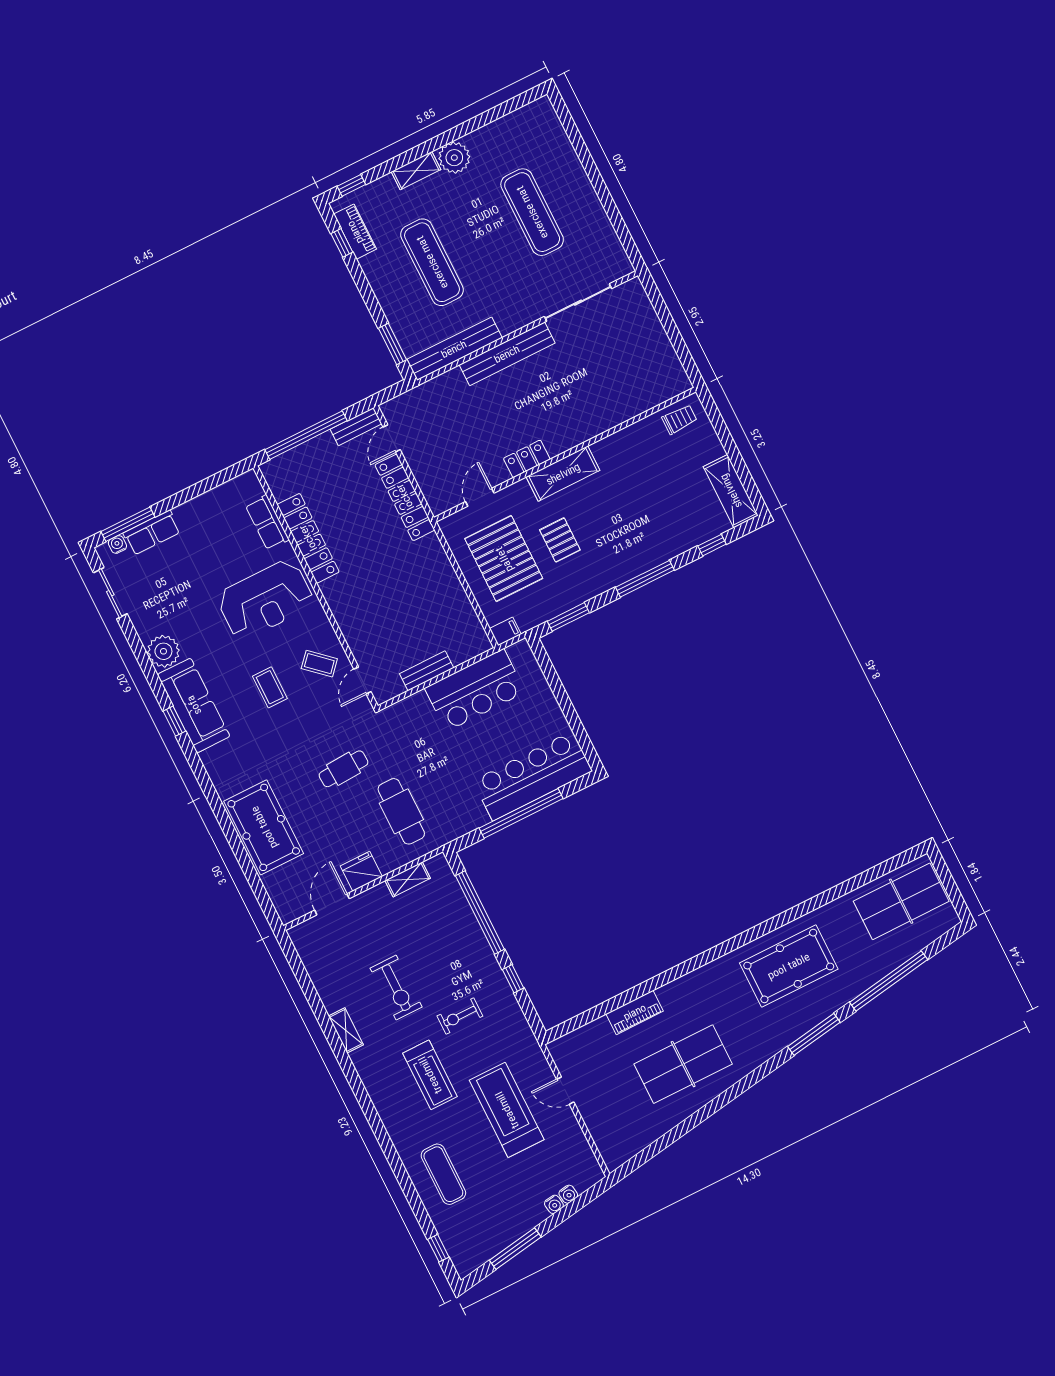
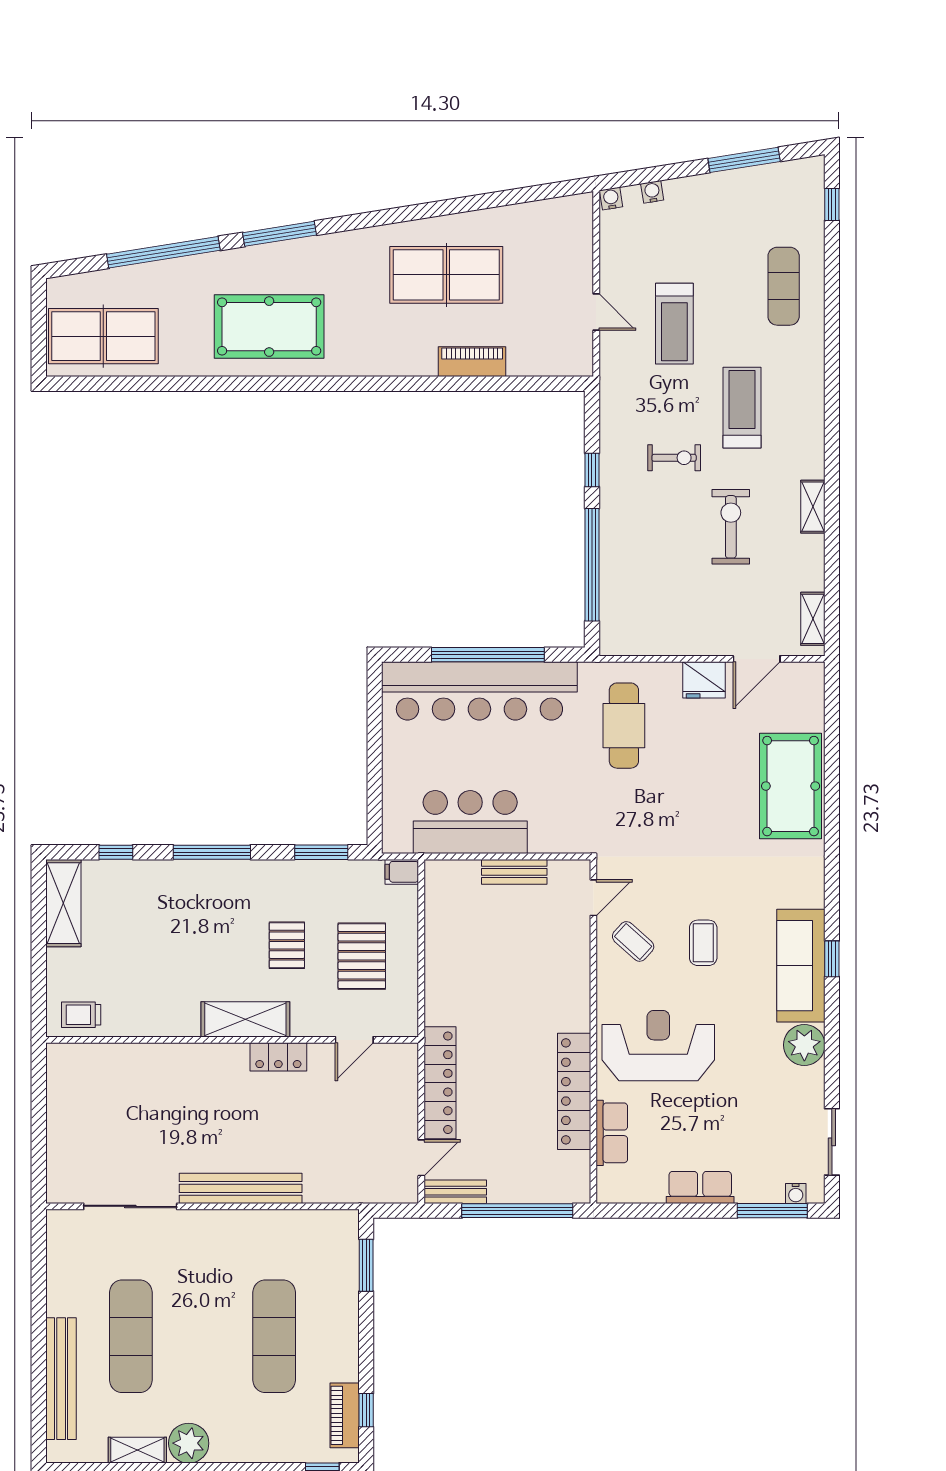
shelving: (416, 171) -> (137, 1450), moved
bench: (454, 349) -> (61, 1379), moved, turned 90
row of seats: (152, 533) -> (700, 1187), moved
pallet: (504, 559) -> (362, 956), width x0.73, depth x0.71
cafe table: (343, 769) -> (666, 807), removed
bar counter: (533, 776) -> (479, 691), width x1.36
shelving: (408, 879) -> (813, 619), moved, turned 90
treadmill: (507, 1110) -> (674, 324), width x0.73, depth x0.73
water cooler: (554, 1204) -> (611, 199), moved

